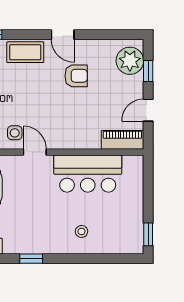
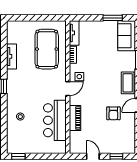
plant: (130, 61) -> (122, 145), removed
piano: (122, 140) -> (75, 118), moved

